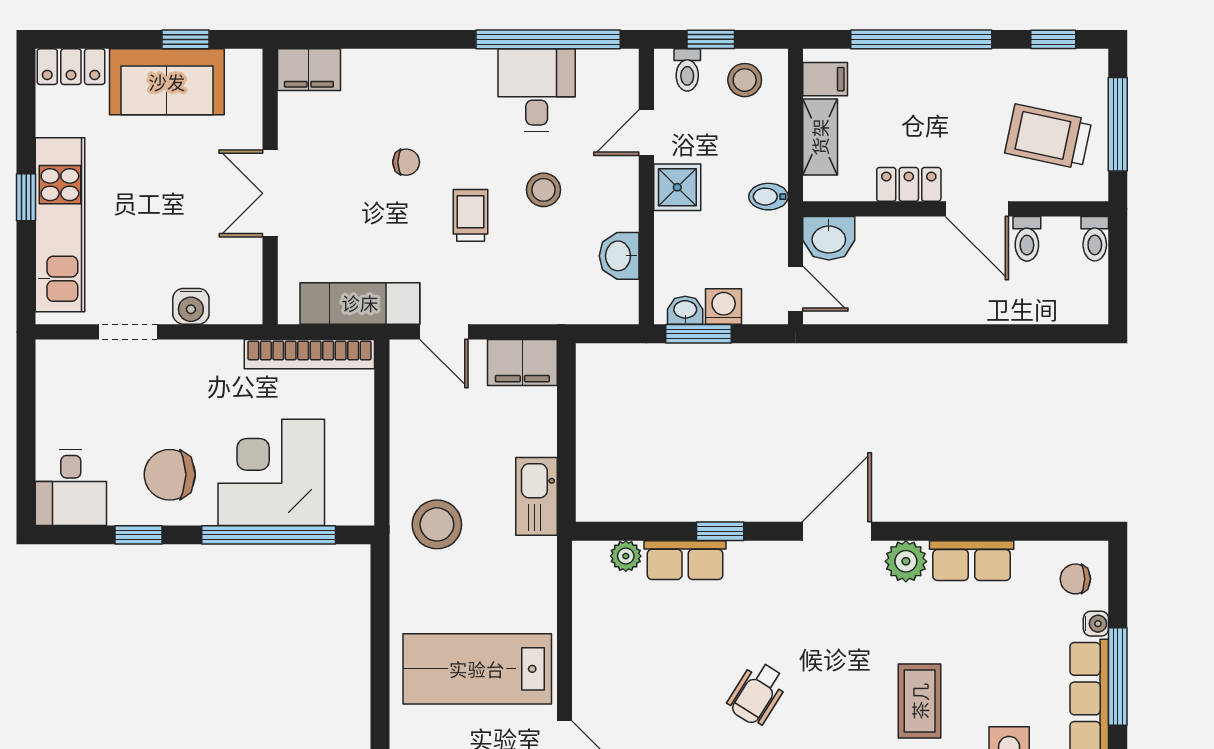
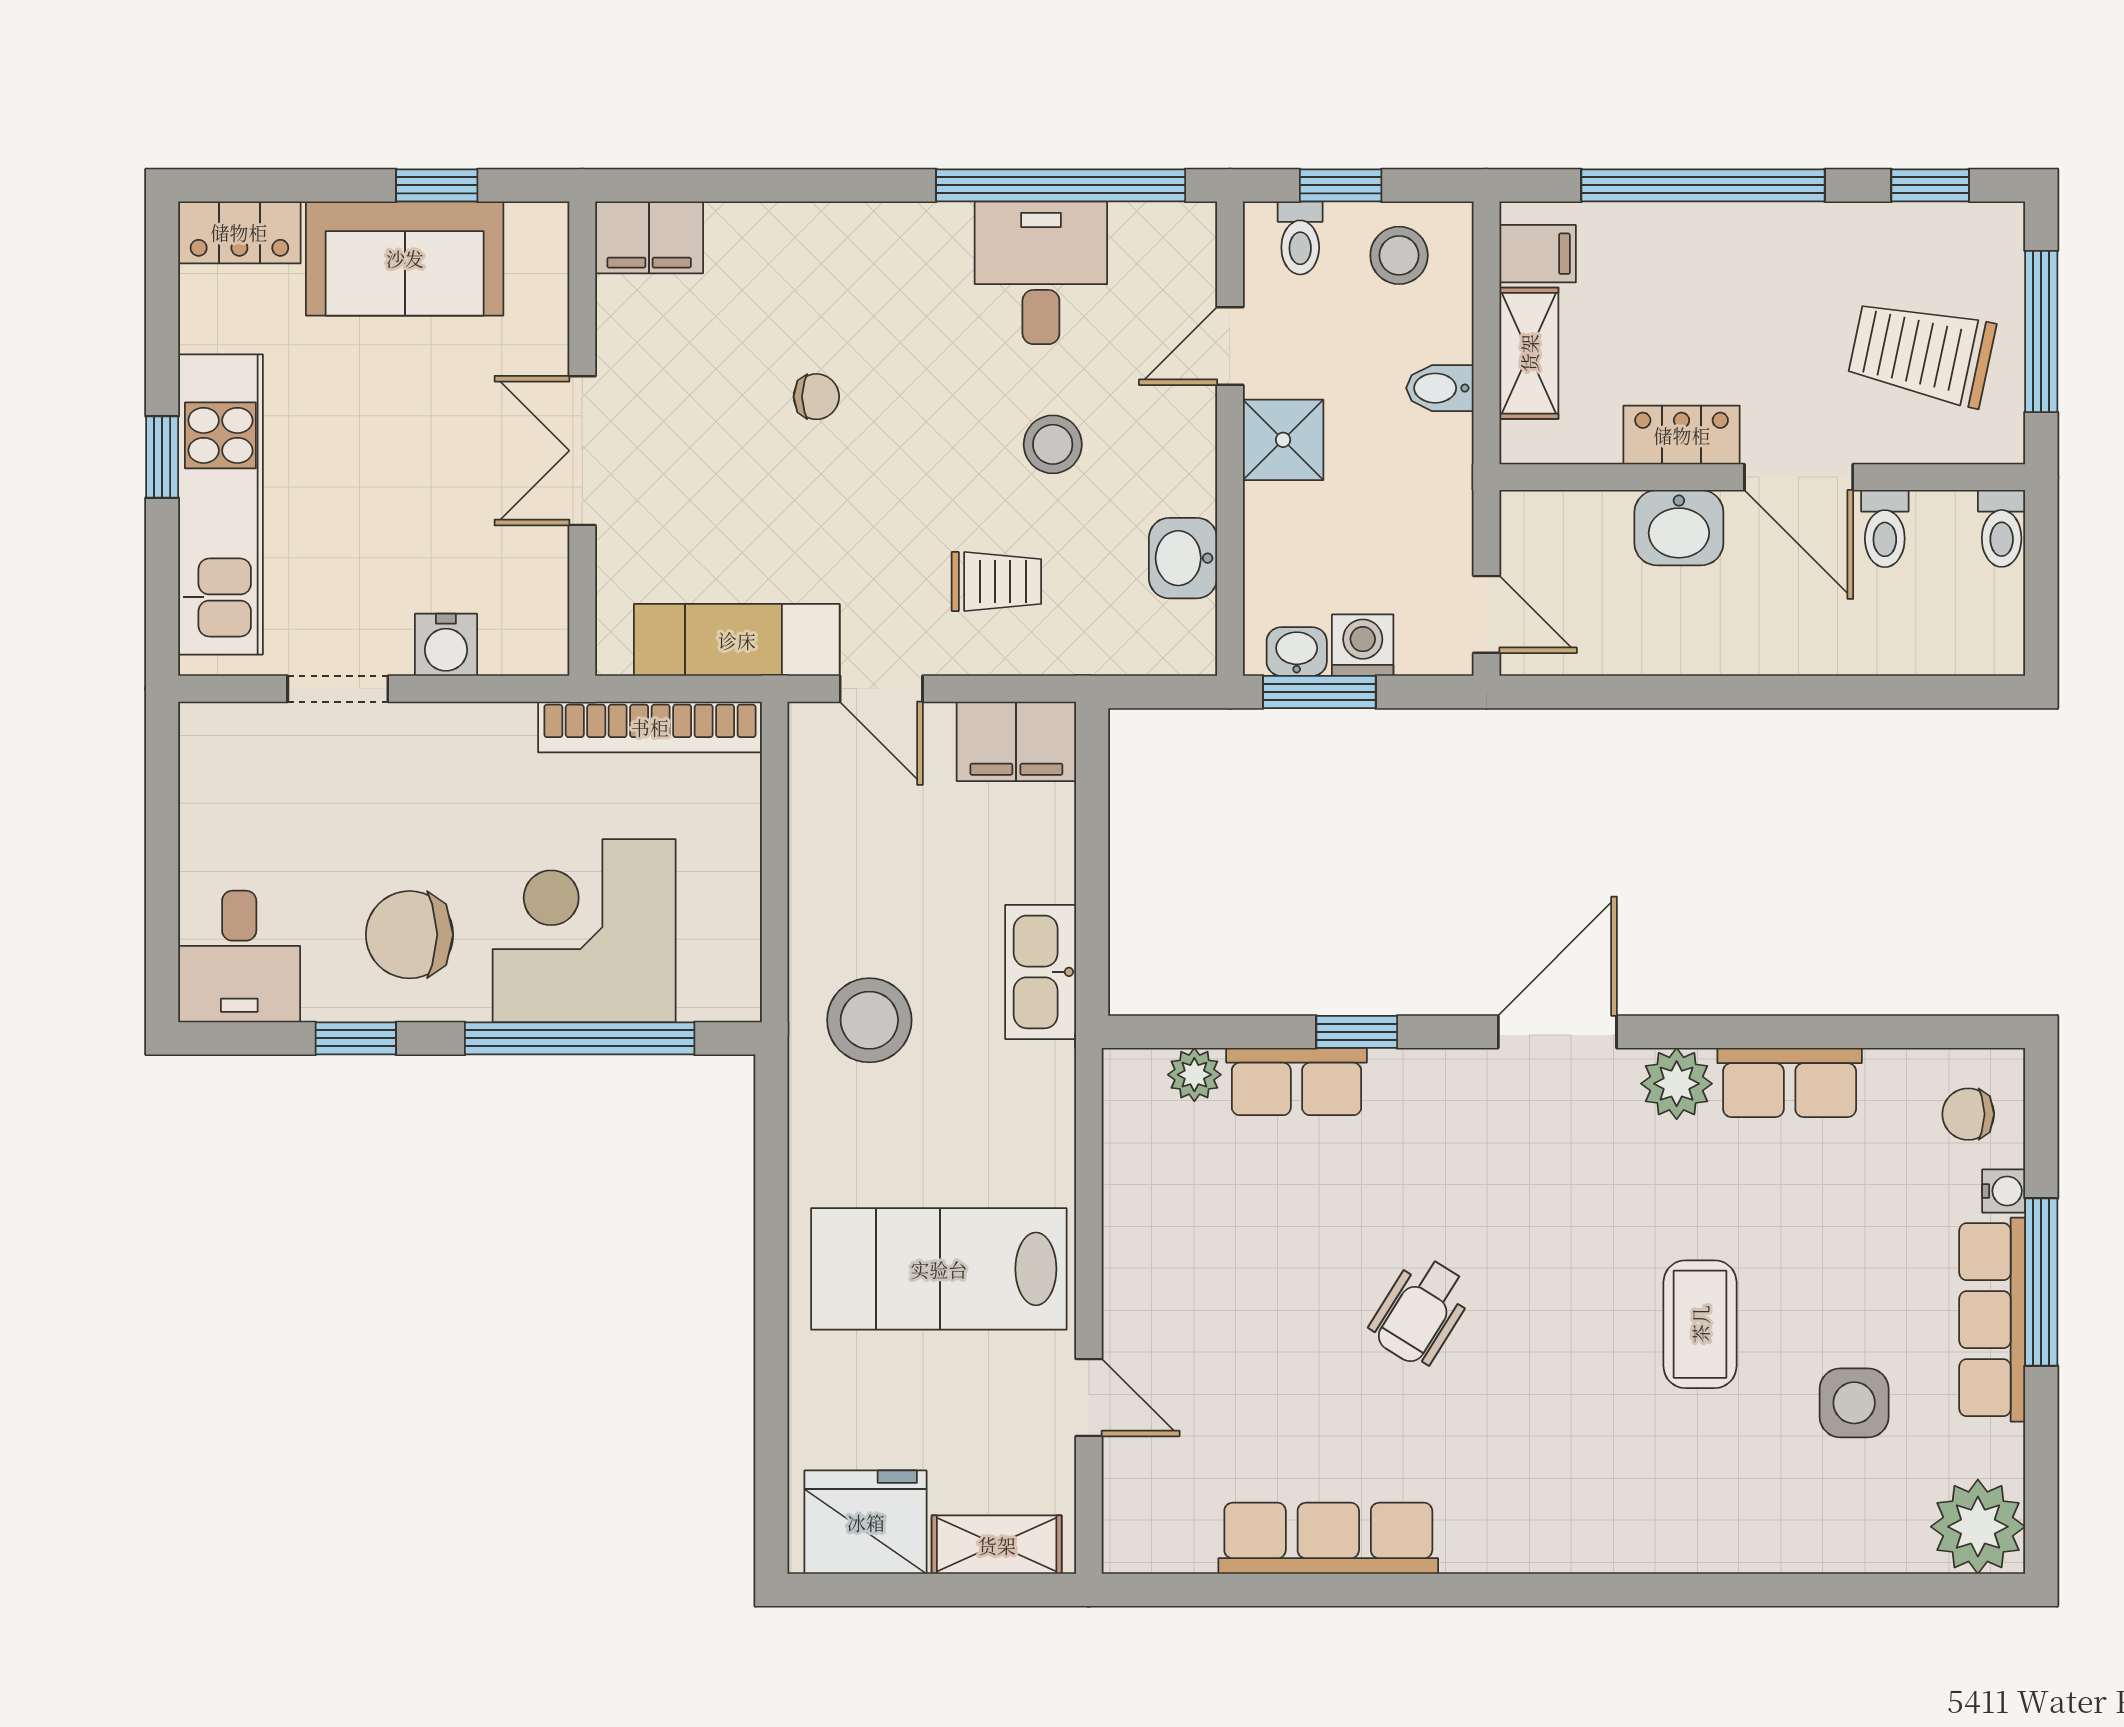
bidet: (768, 197) -> (1440, 388), moved
trolley: (471, 215) -> (996, 582), moved, turned 90
washbasin: (829, 238) -> (1679, 528), moved

